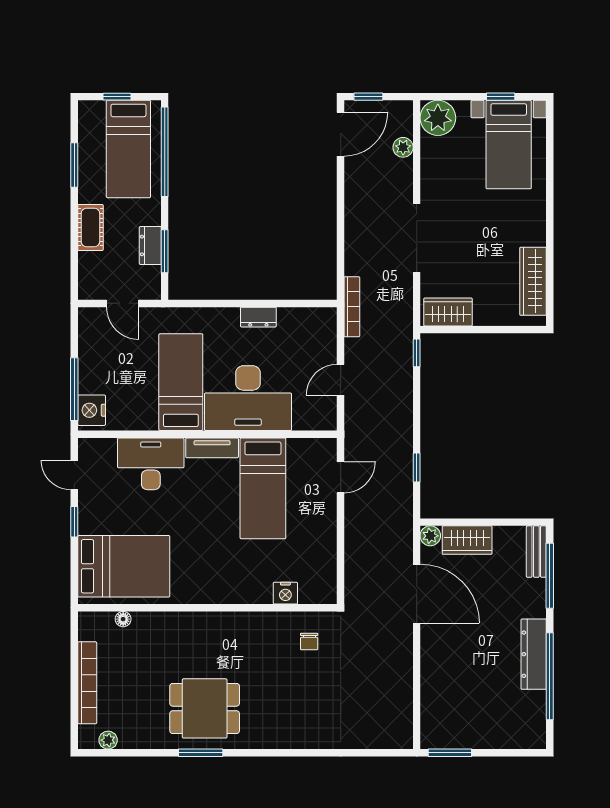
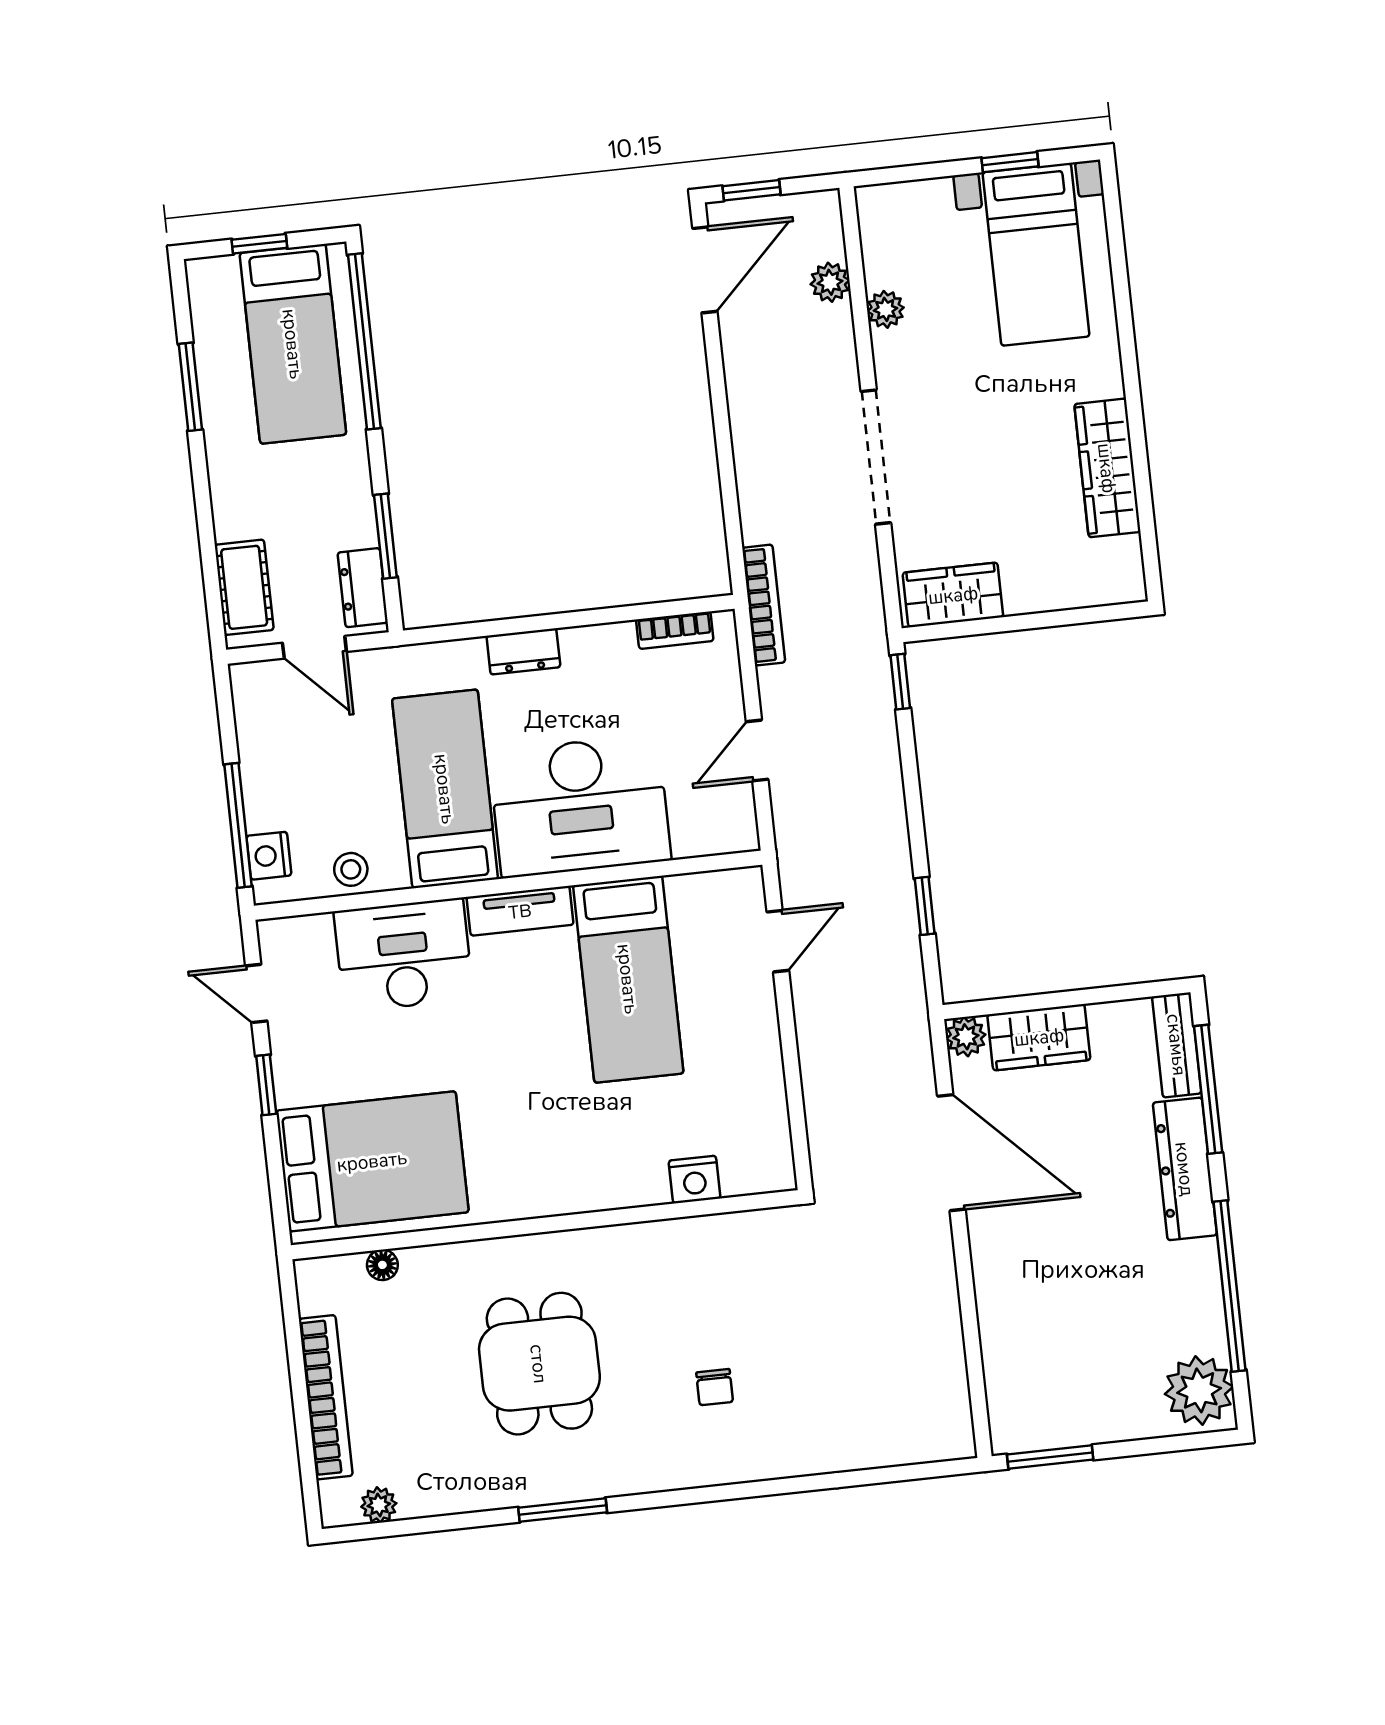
plant: (438, 118) -> (886, 309), moved, width x0.53, depth x0.53
cot: (90, 227) -> (244, 587), moved
dresser: (150, 245) -> (363, 588), moved
wardrobe: (533, 281) -> (1107, 468), moved
bookcase: (306, 315) -> (675, 630), added
dresser: (258, 317) -> (523, 651), moved
nightstand: (92, 410) -> (269, 856), width x0.74, depth x0.75
stool: (129, 418) -> (351, 869), added
chair: (309, 642) -> (715, 1387), moved
dresser: (534, 654) -> (1185, 1169), moved
dining table: (205, 708) -> (539, 1364), moved, turned 90
plant: (529, 727) -> (1199, 1390), added

